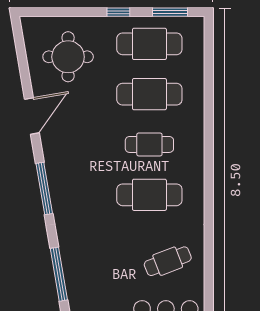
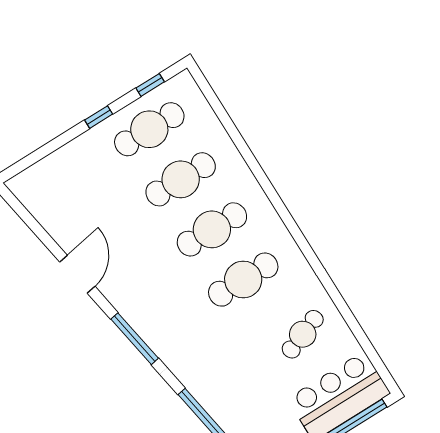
window: (170, 12) -> (150, 85), width x0.67
round table: (68, 57) -> (76, 193), removed
cafe table: (149, 144) -> (212, 229), width x1.37, depth x1.35

